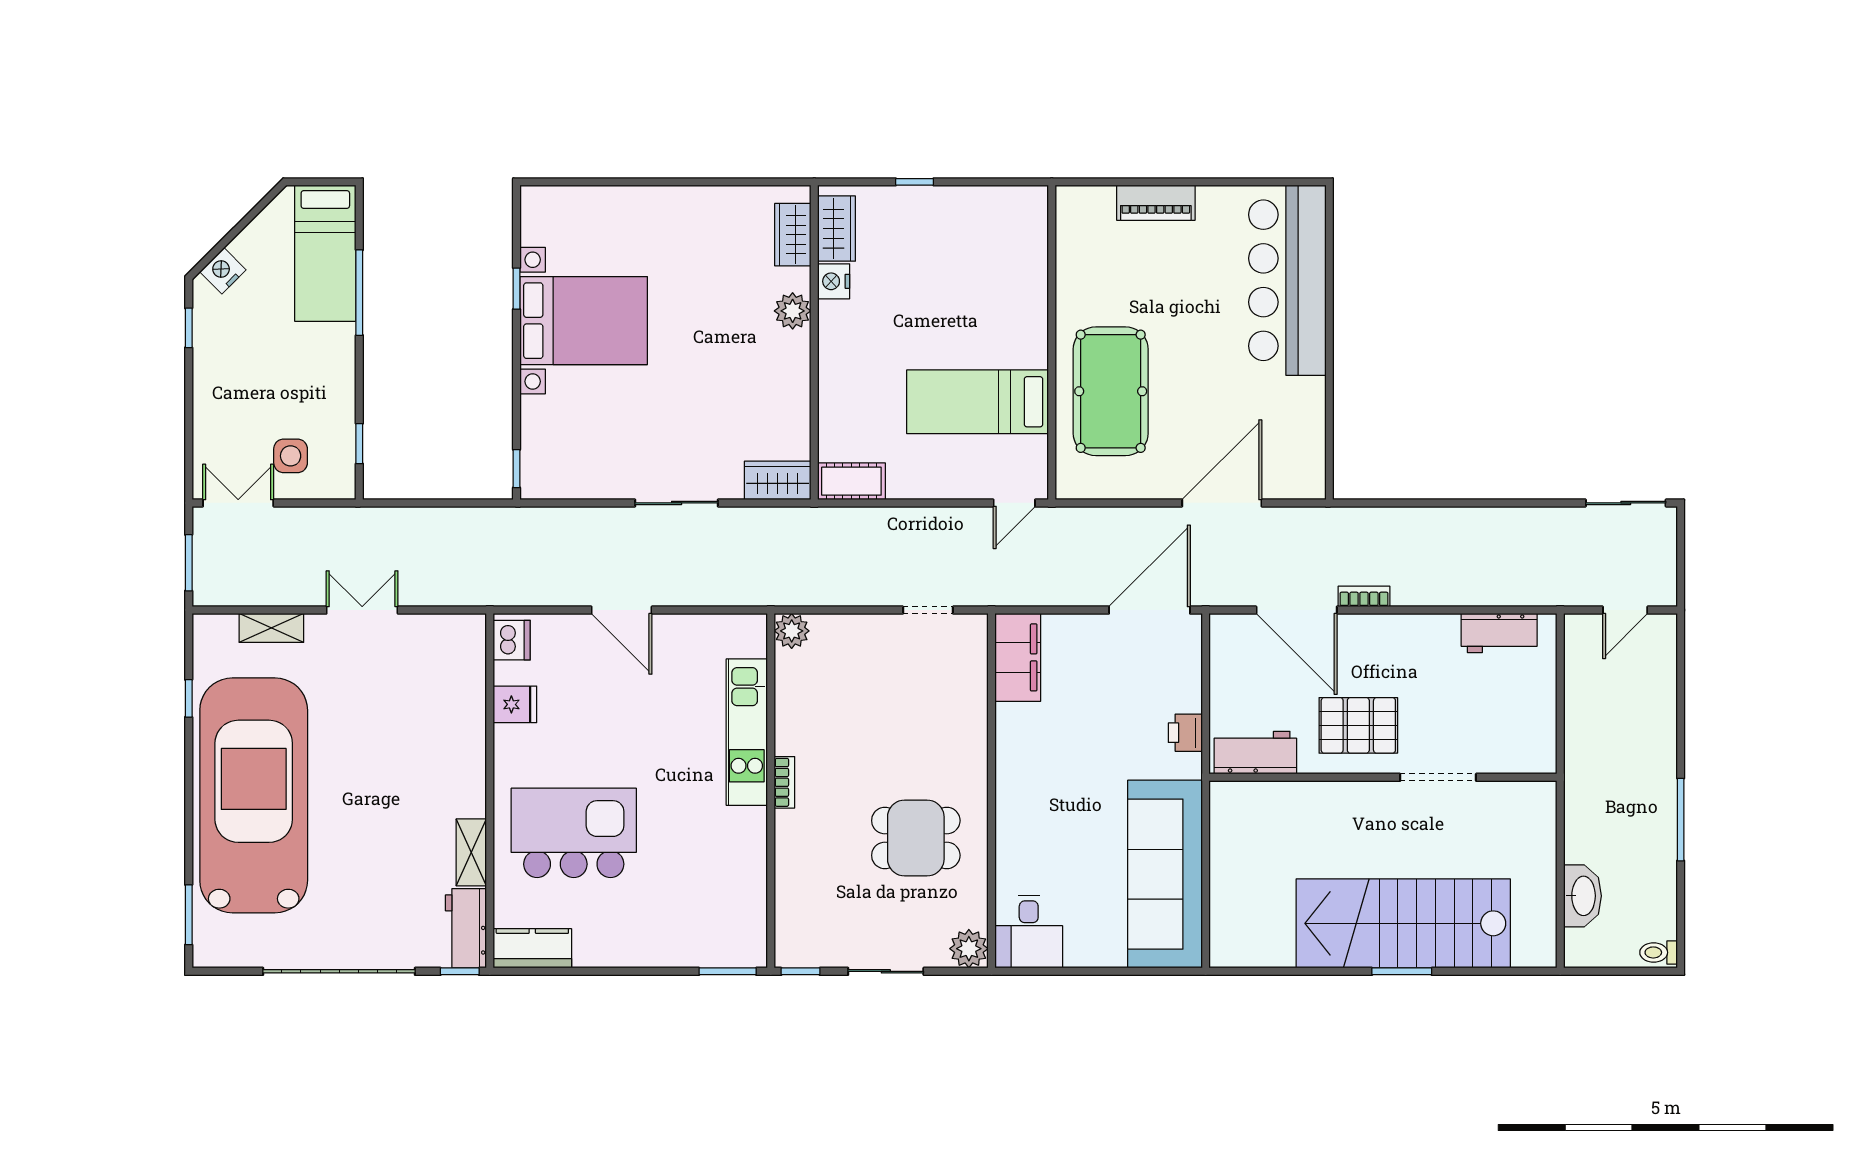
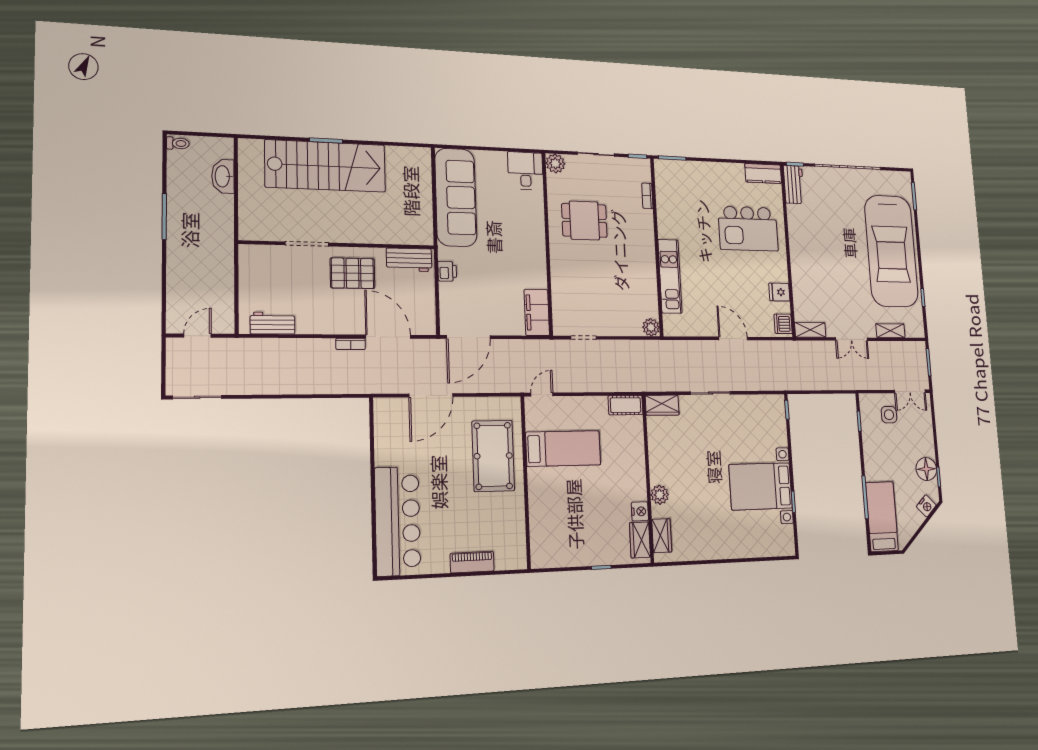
floor lamp: (215, 345) -> (926, 469), added
bookcase: (784, 782) -> (647, 196), moved
shelving: (471, 852) -> (810, 330), moved, turned 90

